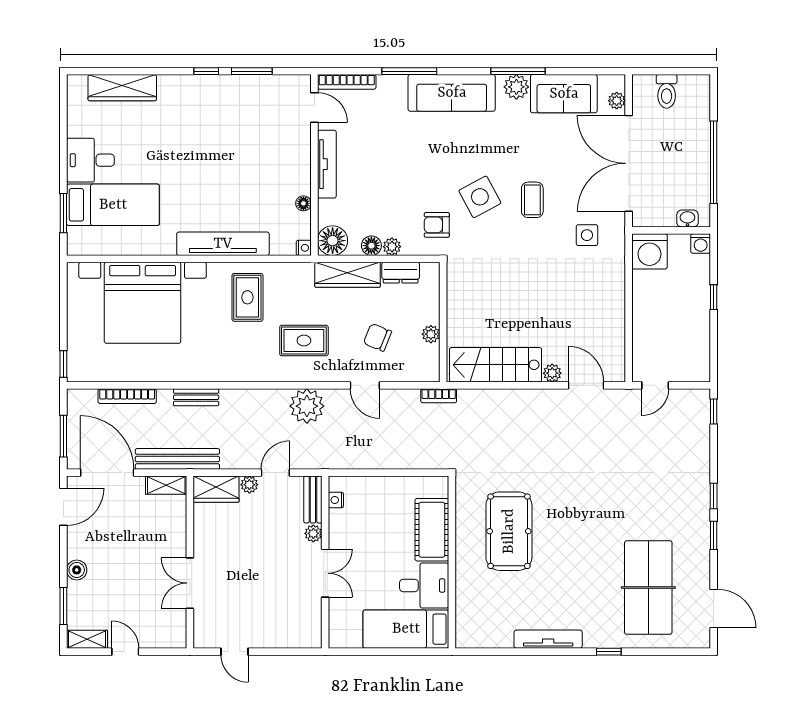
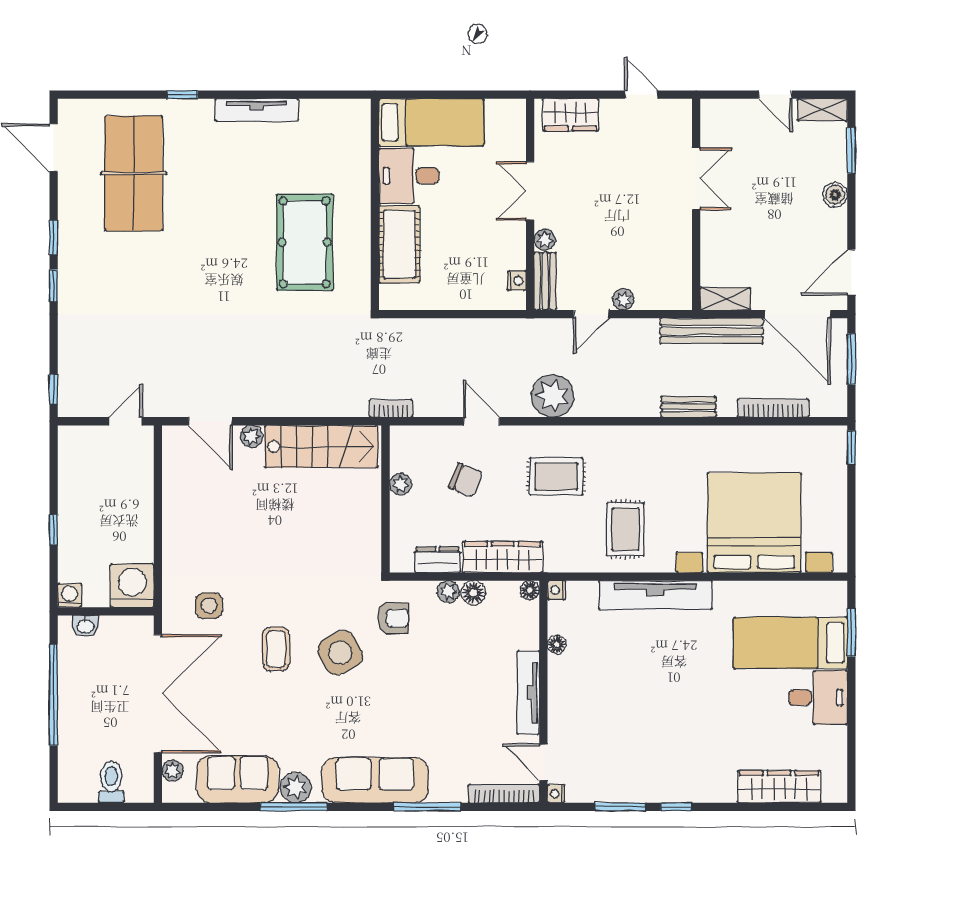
nightstand: (304, 82) -> (556, 794), added
floor lamp: (333, 241) -> (530, 590), width x0.53, depth x0.53
wardrobe: (216, 489) -> (571, 115), moved, turned 180

